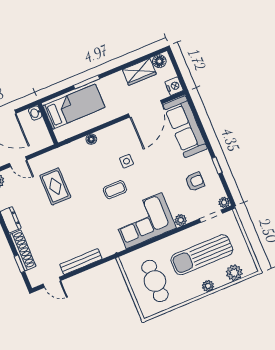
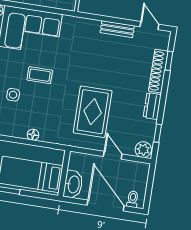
washbasin: (35, 113) -> (73, 184), width x1.91, depth x1.45
rug: (55, 186) -> (93, 112), width x1.36, depth x1.43
bench: (81, 262) -> (117, 29), width x0.73

